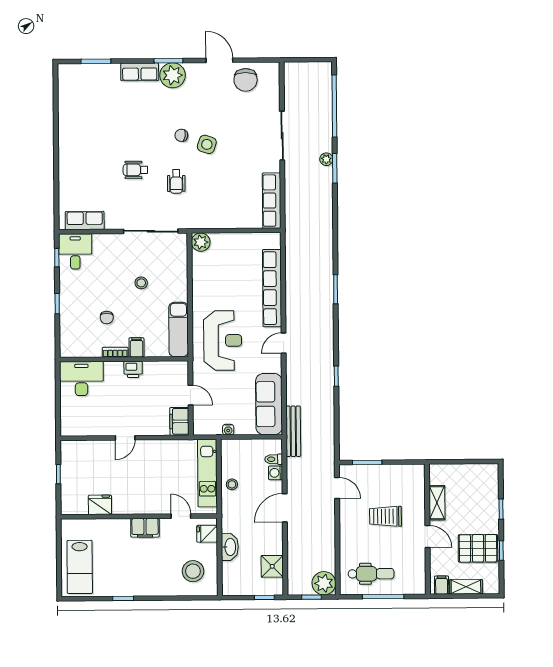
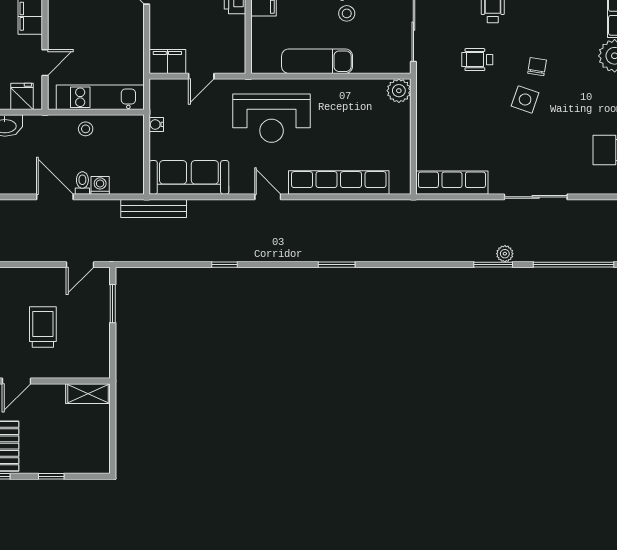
exam couch: (179, 329) -> (317, 61), moved
toilet: (274, 459) -> (82, 183), moved
shelving: (437, 503) -> (88, 394), moved

